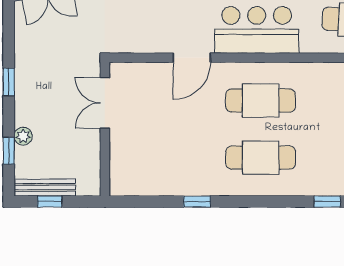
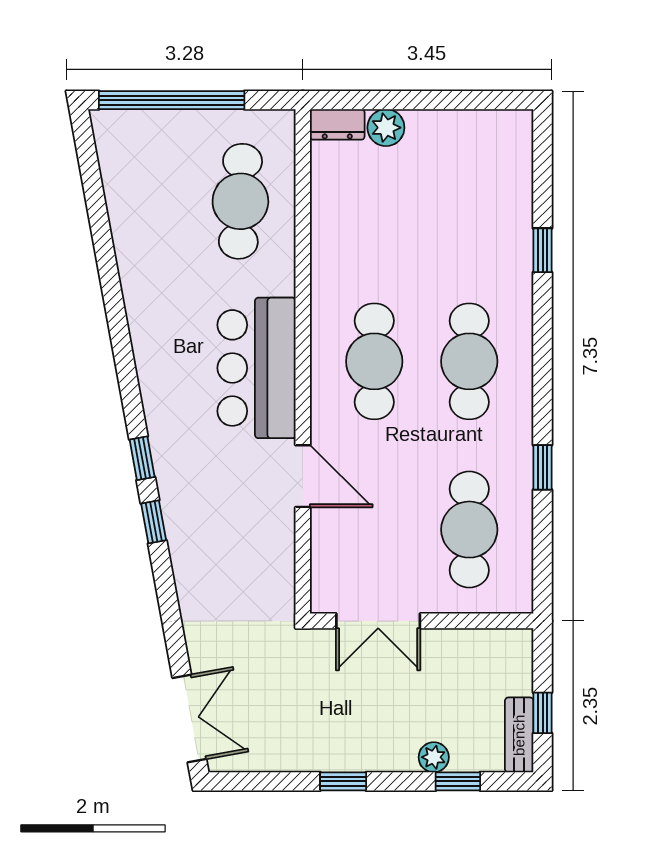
cafe table: (160, 158) -> (469, 530), added
bench: (45, 188) -> (519, 735), width x0.73

